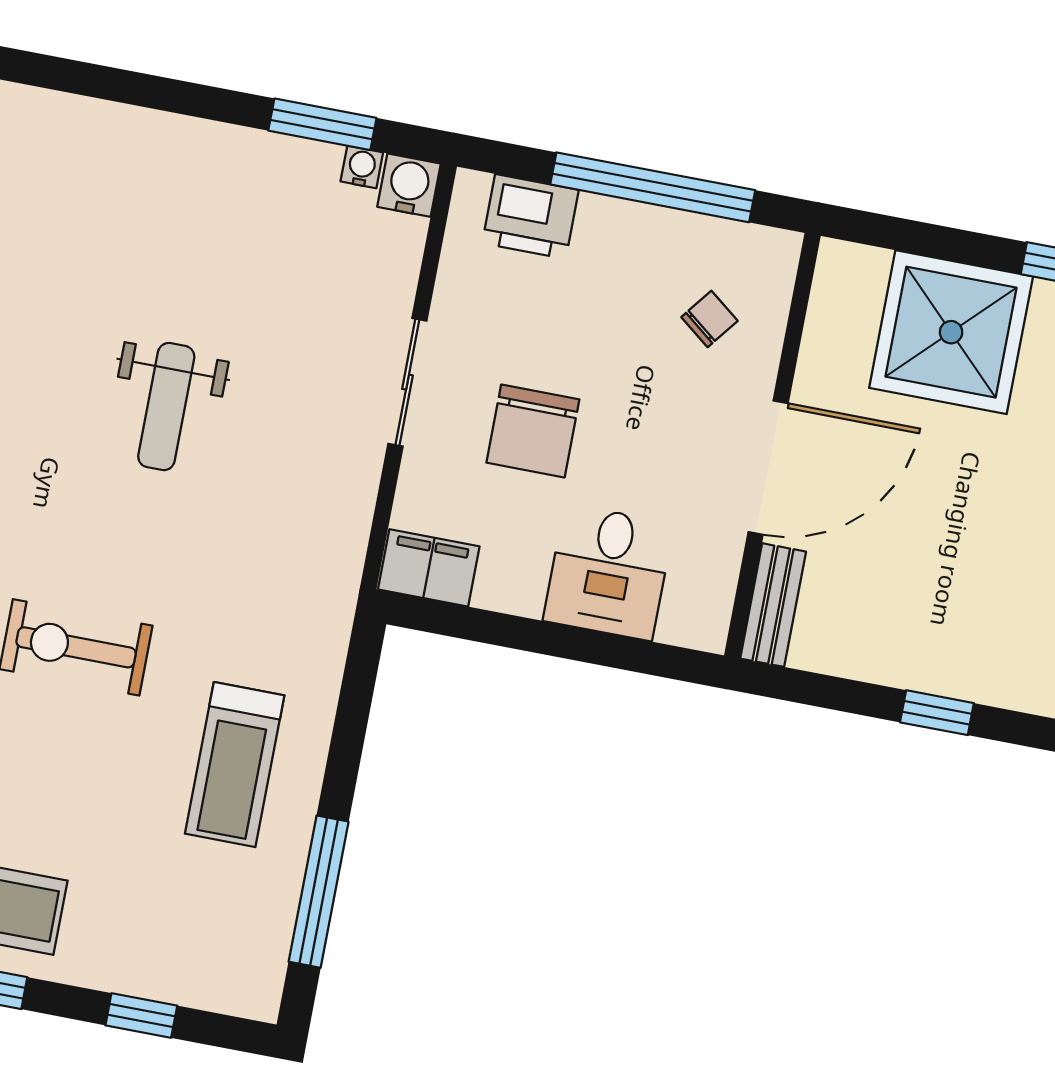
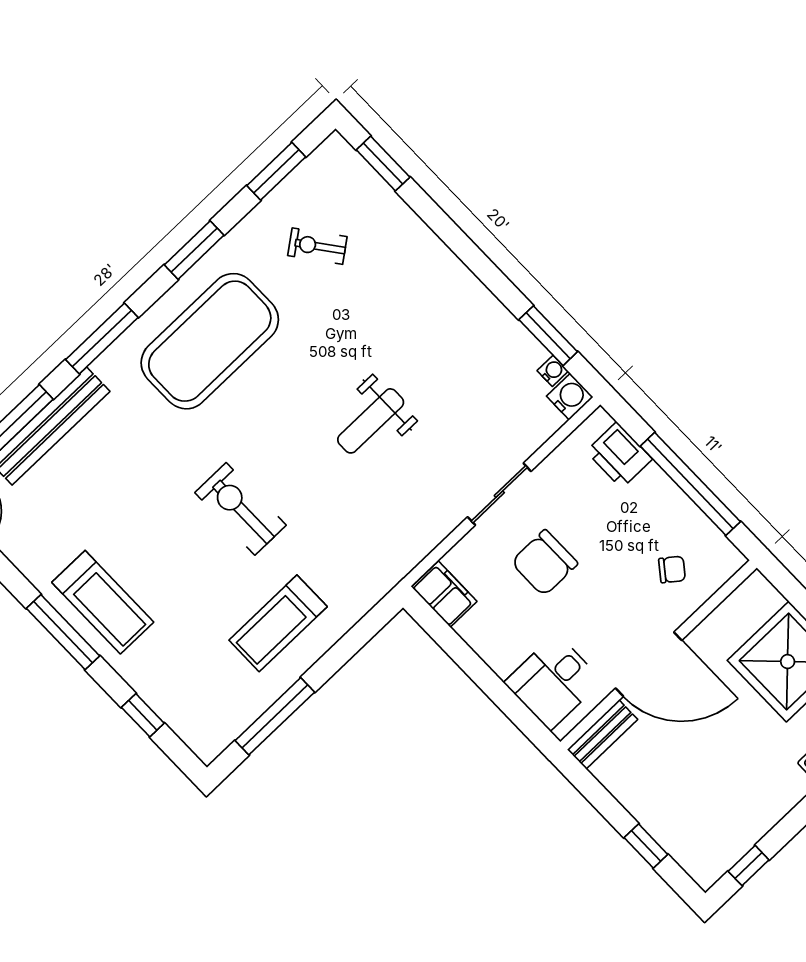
desk: (608, 572) -> (553, 682), moved

